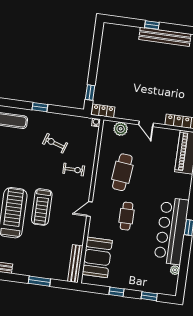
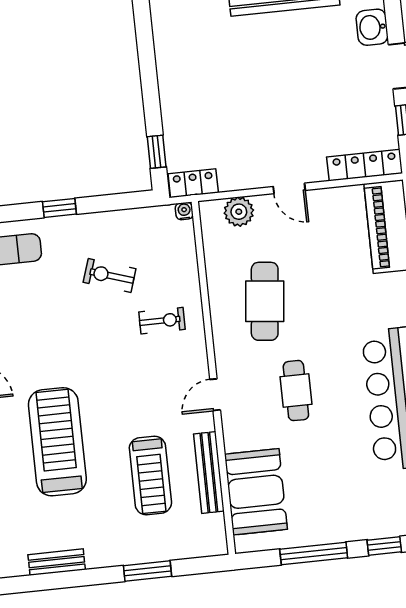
treadmill: (42, 207) -> (150, 476), moved
bench: (75, 264) -> (209, 472), moved
window: (116, 292) -> (314, 553), width x2.17

